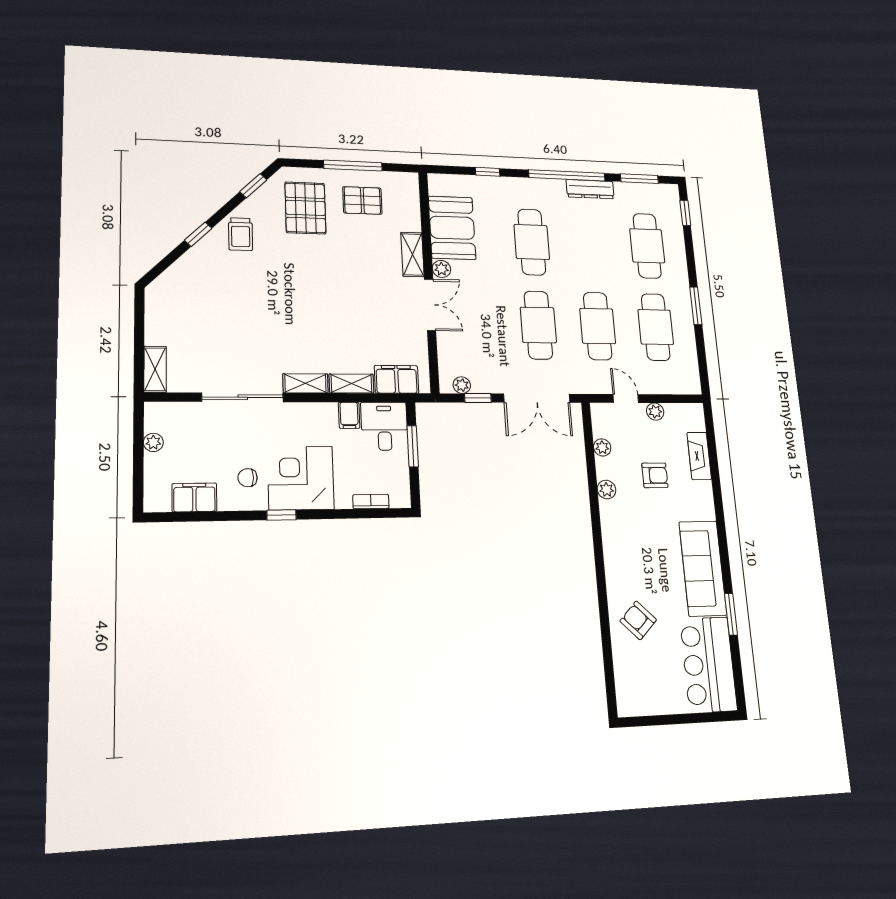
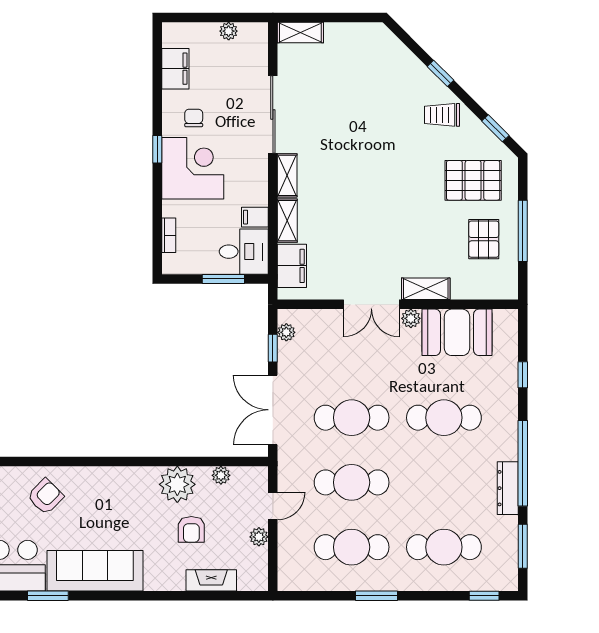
plant: (607, 490) -> (177, 484), width x1.87, depth x1.87

